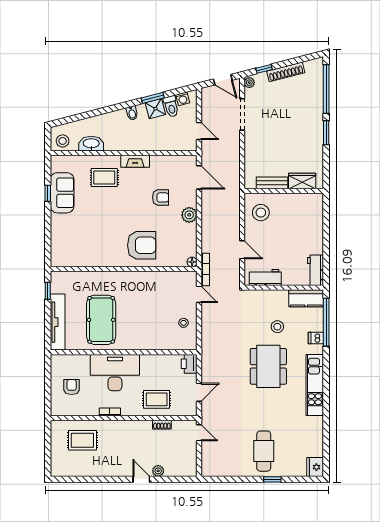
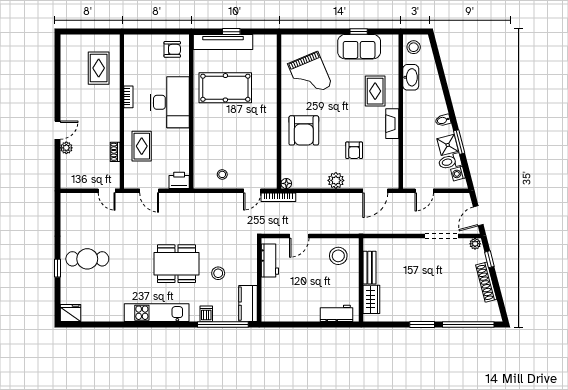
grand piano: (89, 240) -> (310, 75), added
workbench: (315, 270) -> (337, 313), moved
window: (48, 291) -> (231, 32), moved
armchair: (72, 387) -> (172, 49), moved
door: (199, 433) -> (107, 191), hinge flipped

